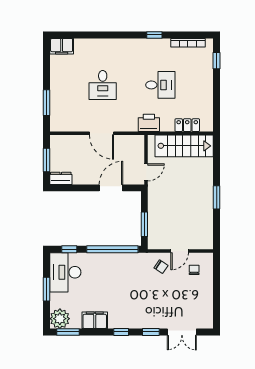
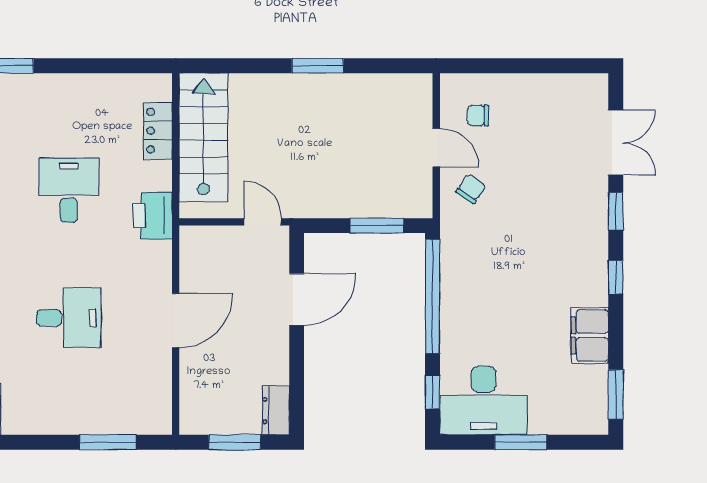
door: (111, 188) -> (297, 299), swing flipped
plant: (60, 319) -> (586, 413), removed

